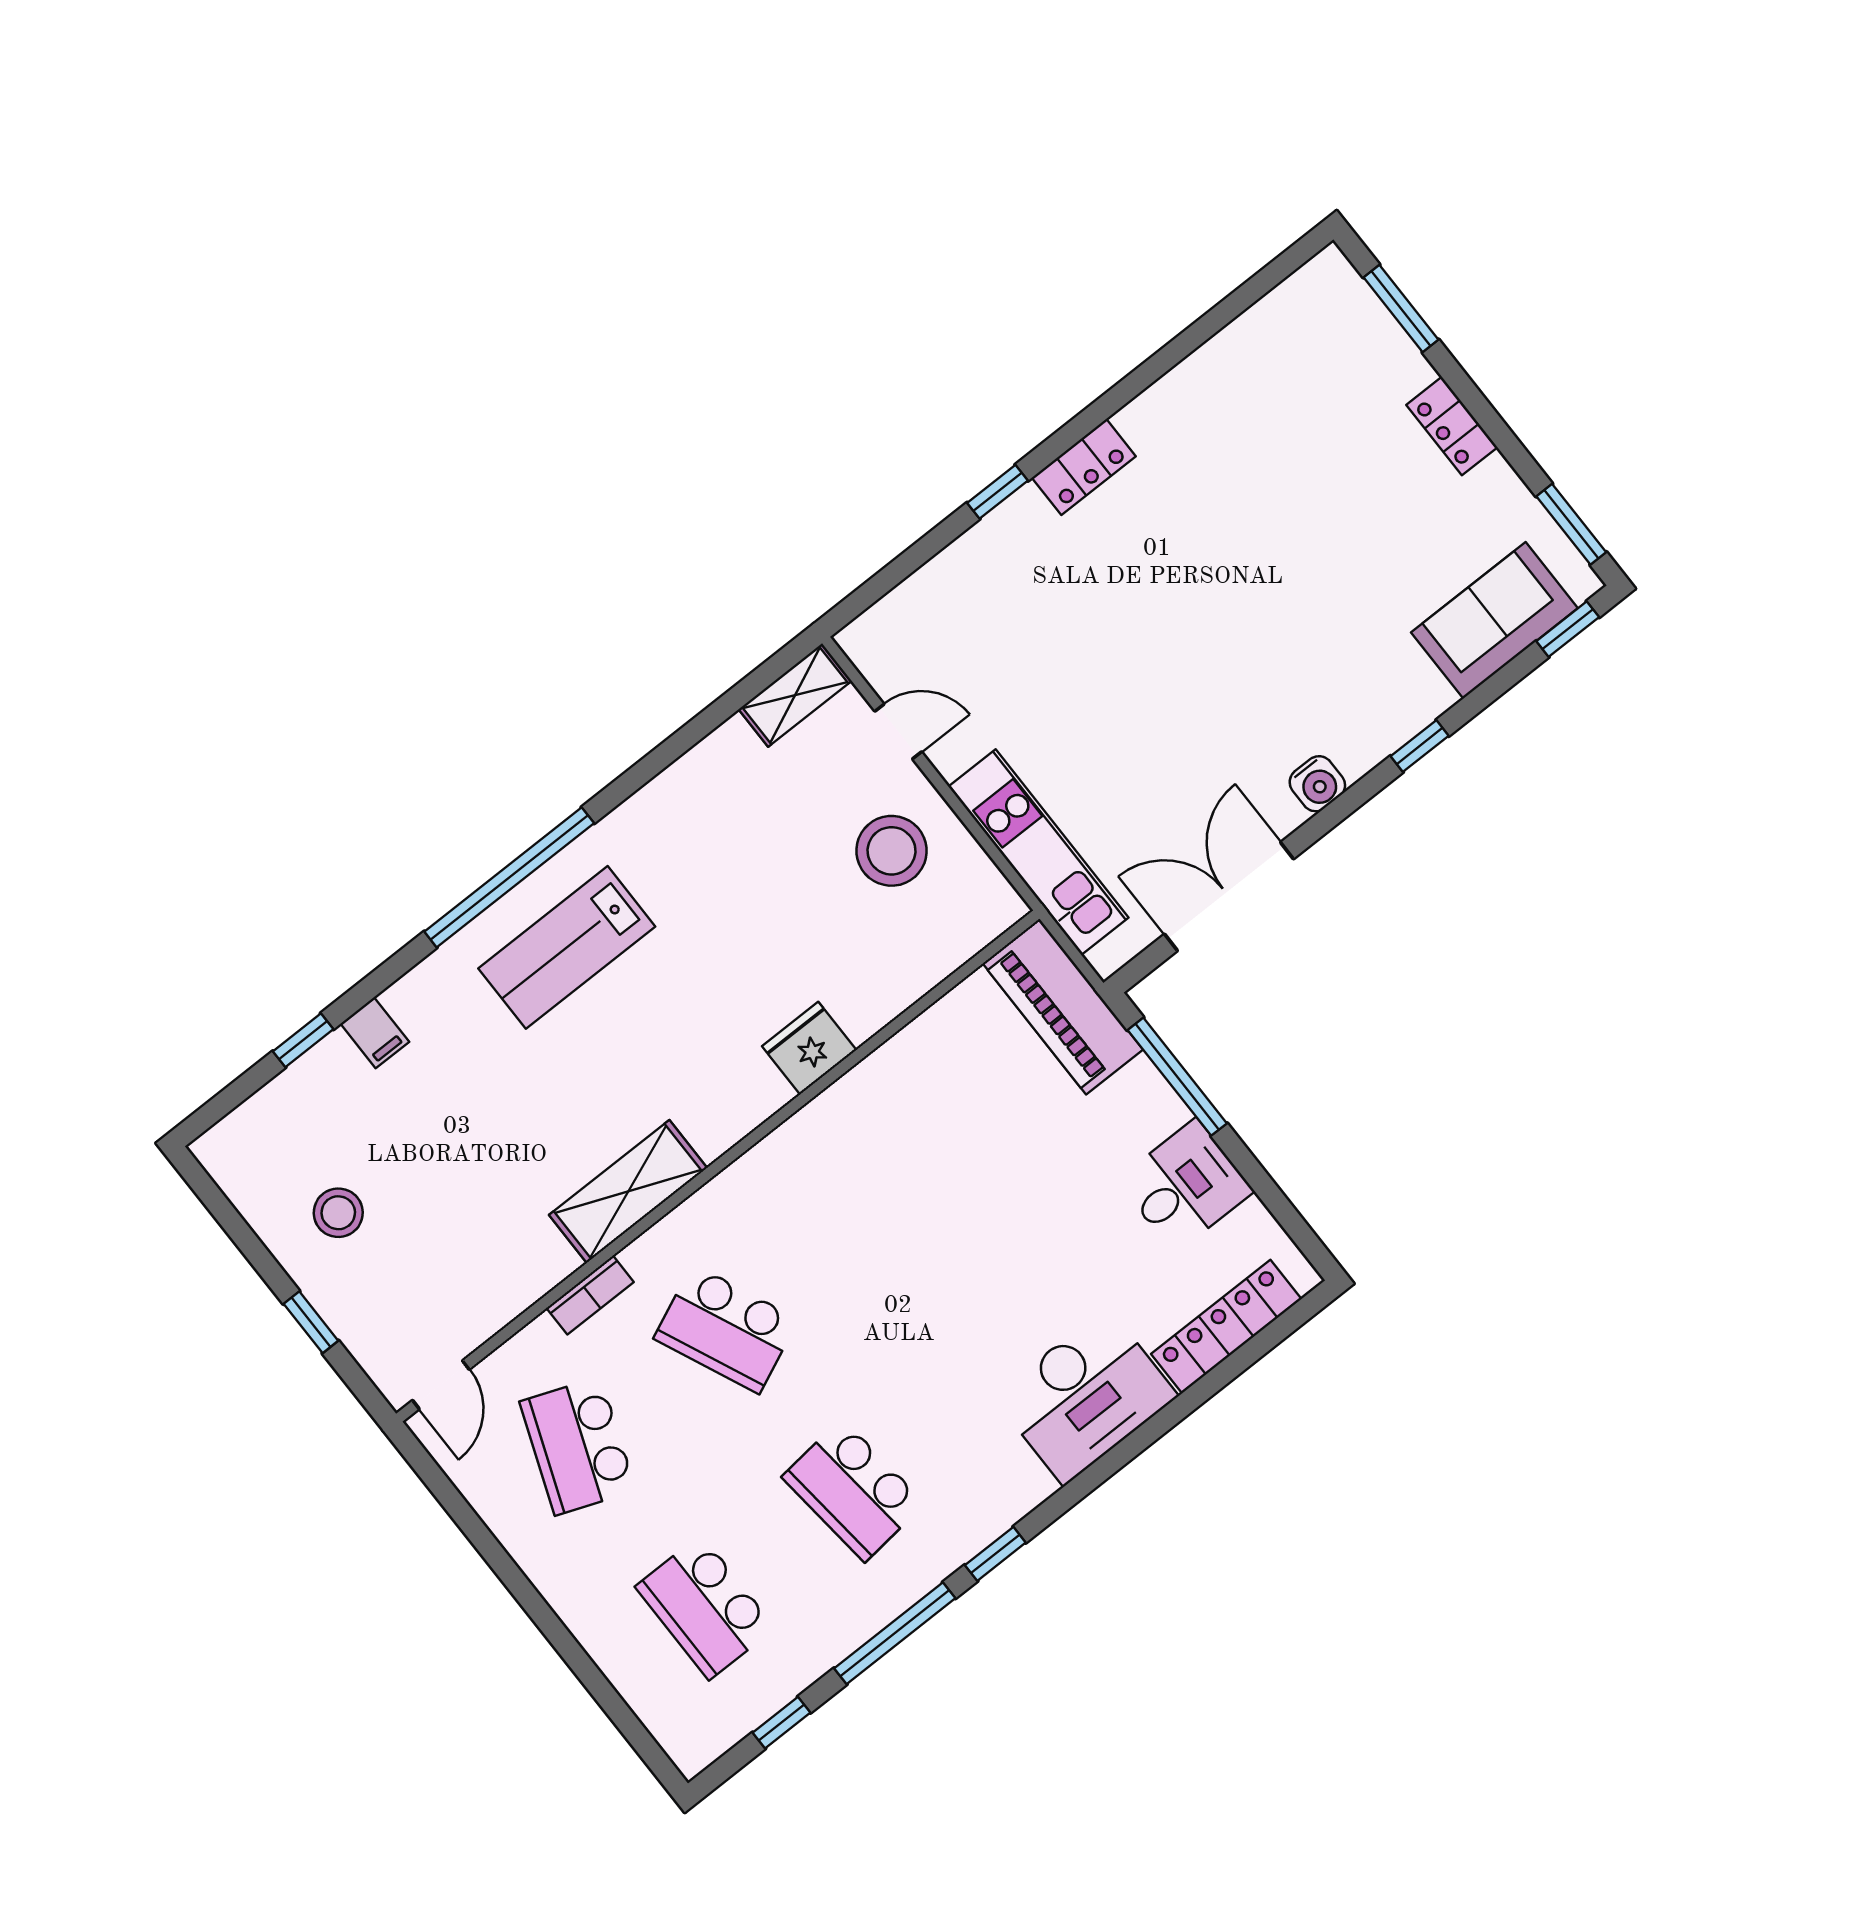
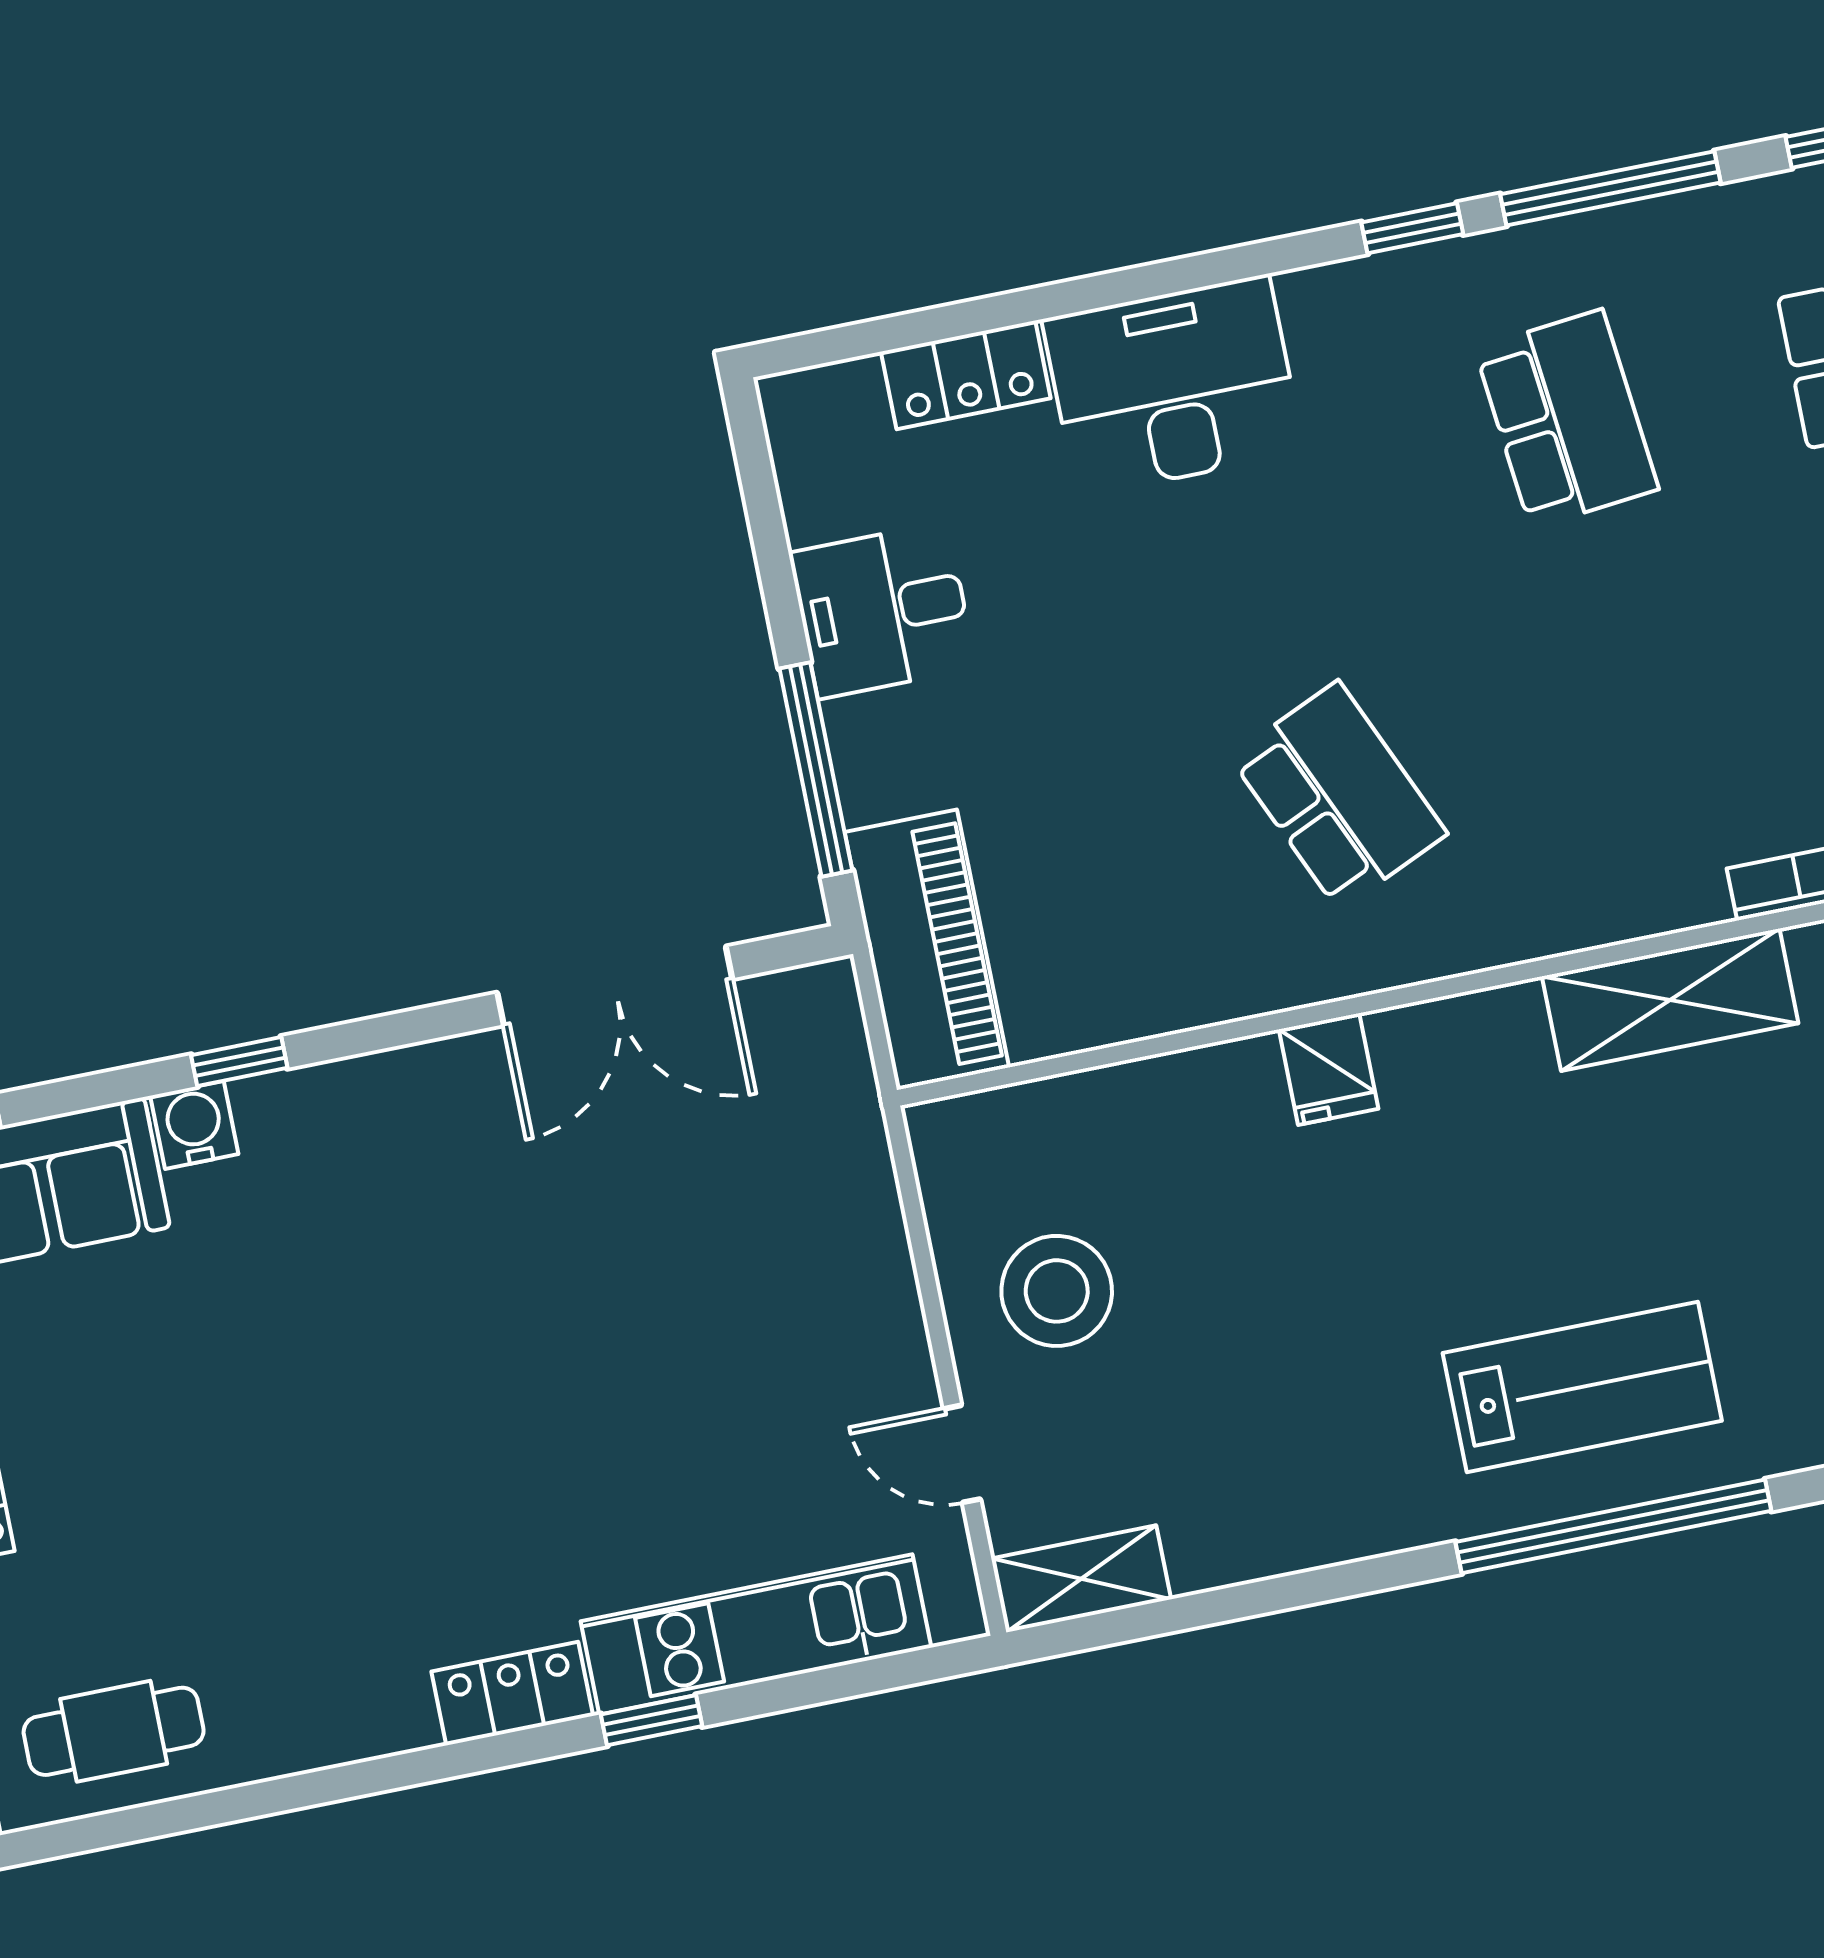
cafe table: (1299, 331) -> (114, 1731), added
water cooler: (1317, 784) -> (194, 1125), moved
kitchen unit: (1038, 852) -> (756, 1634), moved, turned 90
fridge: (809, 1048) -> (1329, 1069), width x0.72
locker: (1226, 1327) -> (966, 375), width x0.66
school desk: (726, 1329) -> (1338, 796), moved

